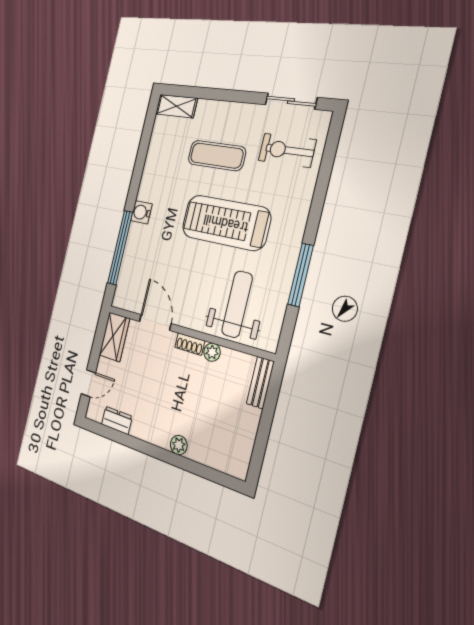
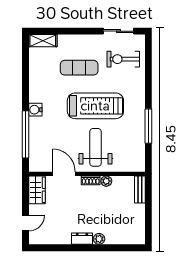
treadmill: (226, 223) -> (95, 106), turned 180
weight bench: (237, 304) -> (96, 147), moved
dresser: (117, 420) -> (82, 239), moved

